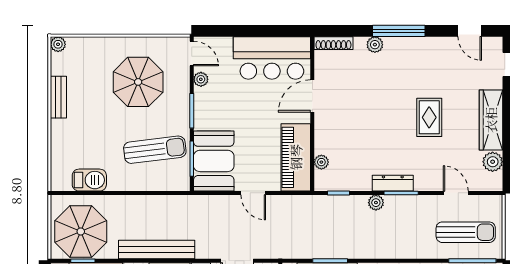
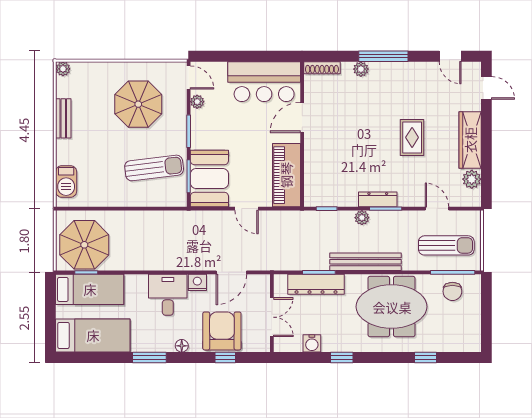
plant: (321, 162) -> (311, 180), removed
barbecue: (89, 180) -> (66, 181), moved, turned 90
bench: (157, 250) -> (365, 262), moved

